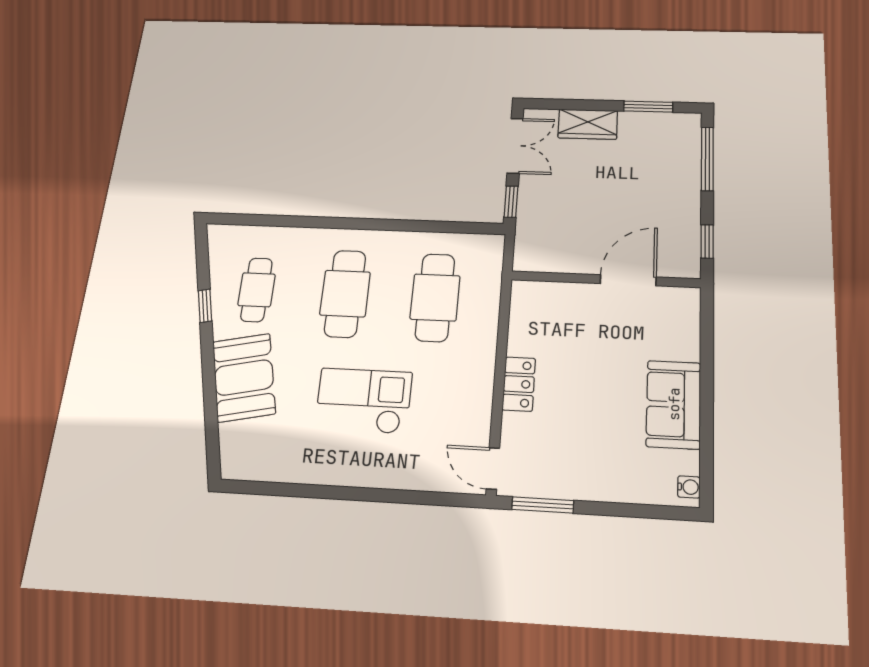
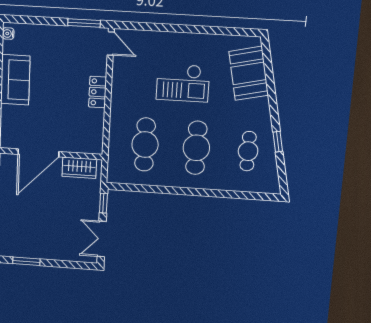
wardrobe: (588, 124) -> (79, 168), moved, turned 180
door: (628, 280) -> (38, 153), width x1.36
booth: (244, 378) -> (249, 73), moved

